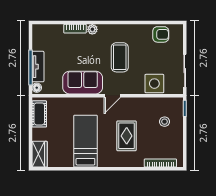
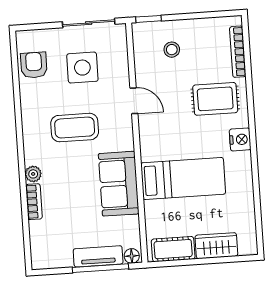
side table: (154, 84) -> (82, 68), moved
door: (112, 96) -> (134, 101), moved
rug: (127, 136) -> (215, 99), moved
bed: (85, 141) -> (183, 178), moved, turned 180
wardrobe: (40, 154) -> (216, 246), moved
nightstand: (105, 161) -> (240, 139), added

